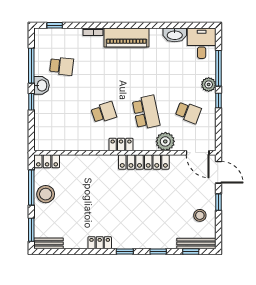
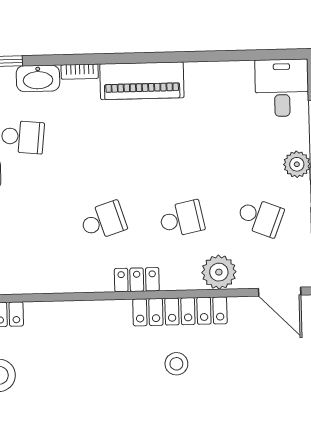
washbasin: (175, 35) -> (38, 78), moved
school desk: (146, 112) -> (182, 219), width x0.54
stool: (200, 215) -> (176, 364), moved

